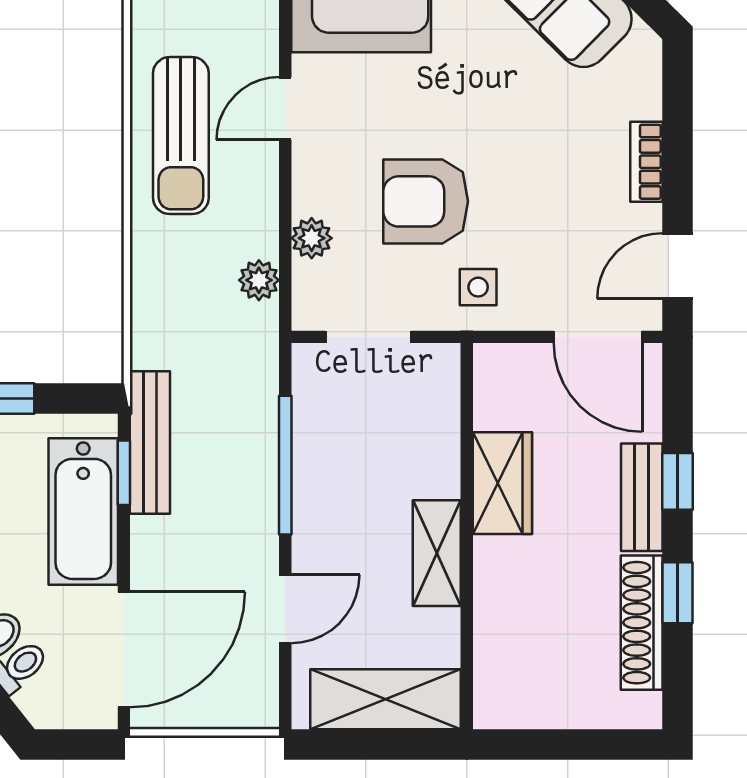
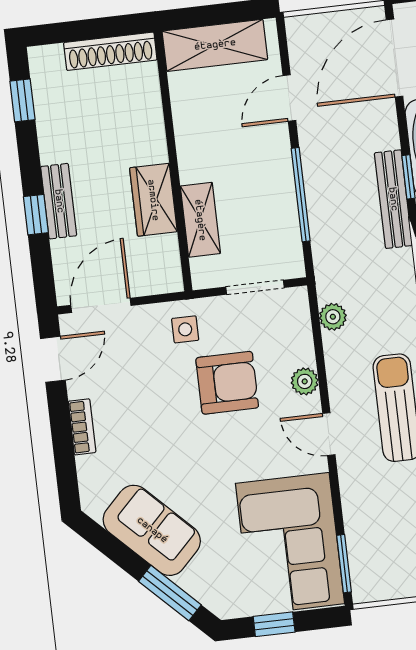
door: (285, 109) -> (329, 434), swing flipped
plant: (312, 238) -> (305, 381), moved
door: (598, 337) -> (101, 305), hinge flipped
shelving: (437, 553) -> (200, 220), moved
window: (678, 593) -> (22, 100), moved
shoe rack: (642, 623) -> (110, 51), moved, turned 90

